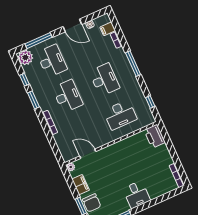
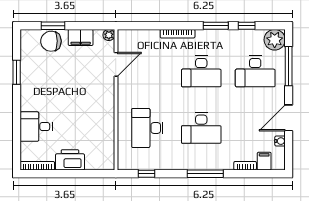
printer: (155, 136) -> (70, 160), moved
desk: (137, 194) -> (36, 127), moved

